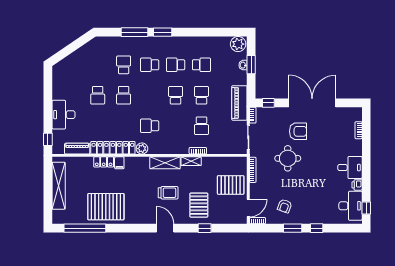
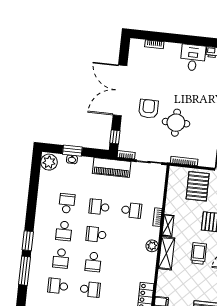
school desk: (150, 126) -> (93, 262), moved
plant: (142, 149) -> (152, 246), moved

